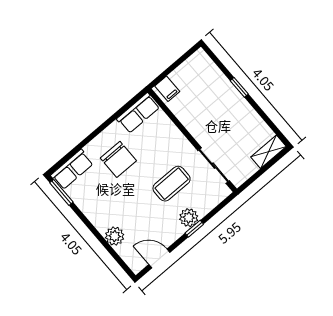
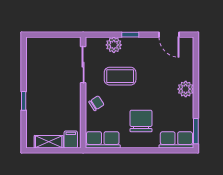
chair: (172, 141) -> (96, 103), added
shelving: (268, 152) -> (49, 142), moved
plant: (189, 218) -> (114, 45), moved
plant: (115, 236) -> (186, 89), moved

